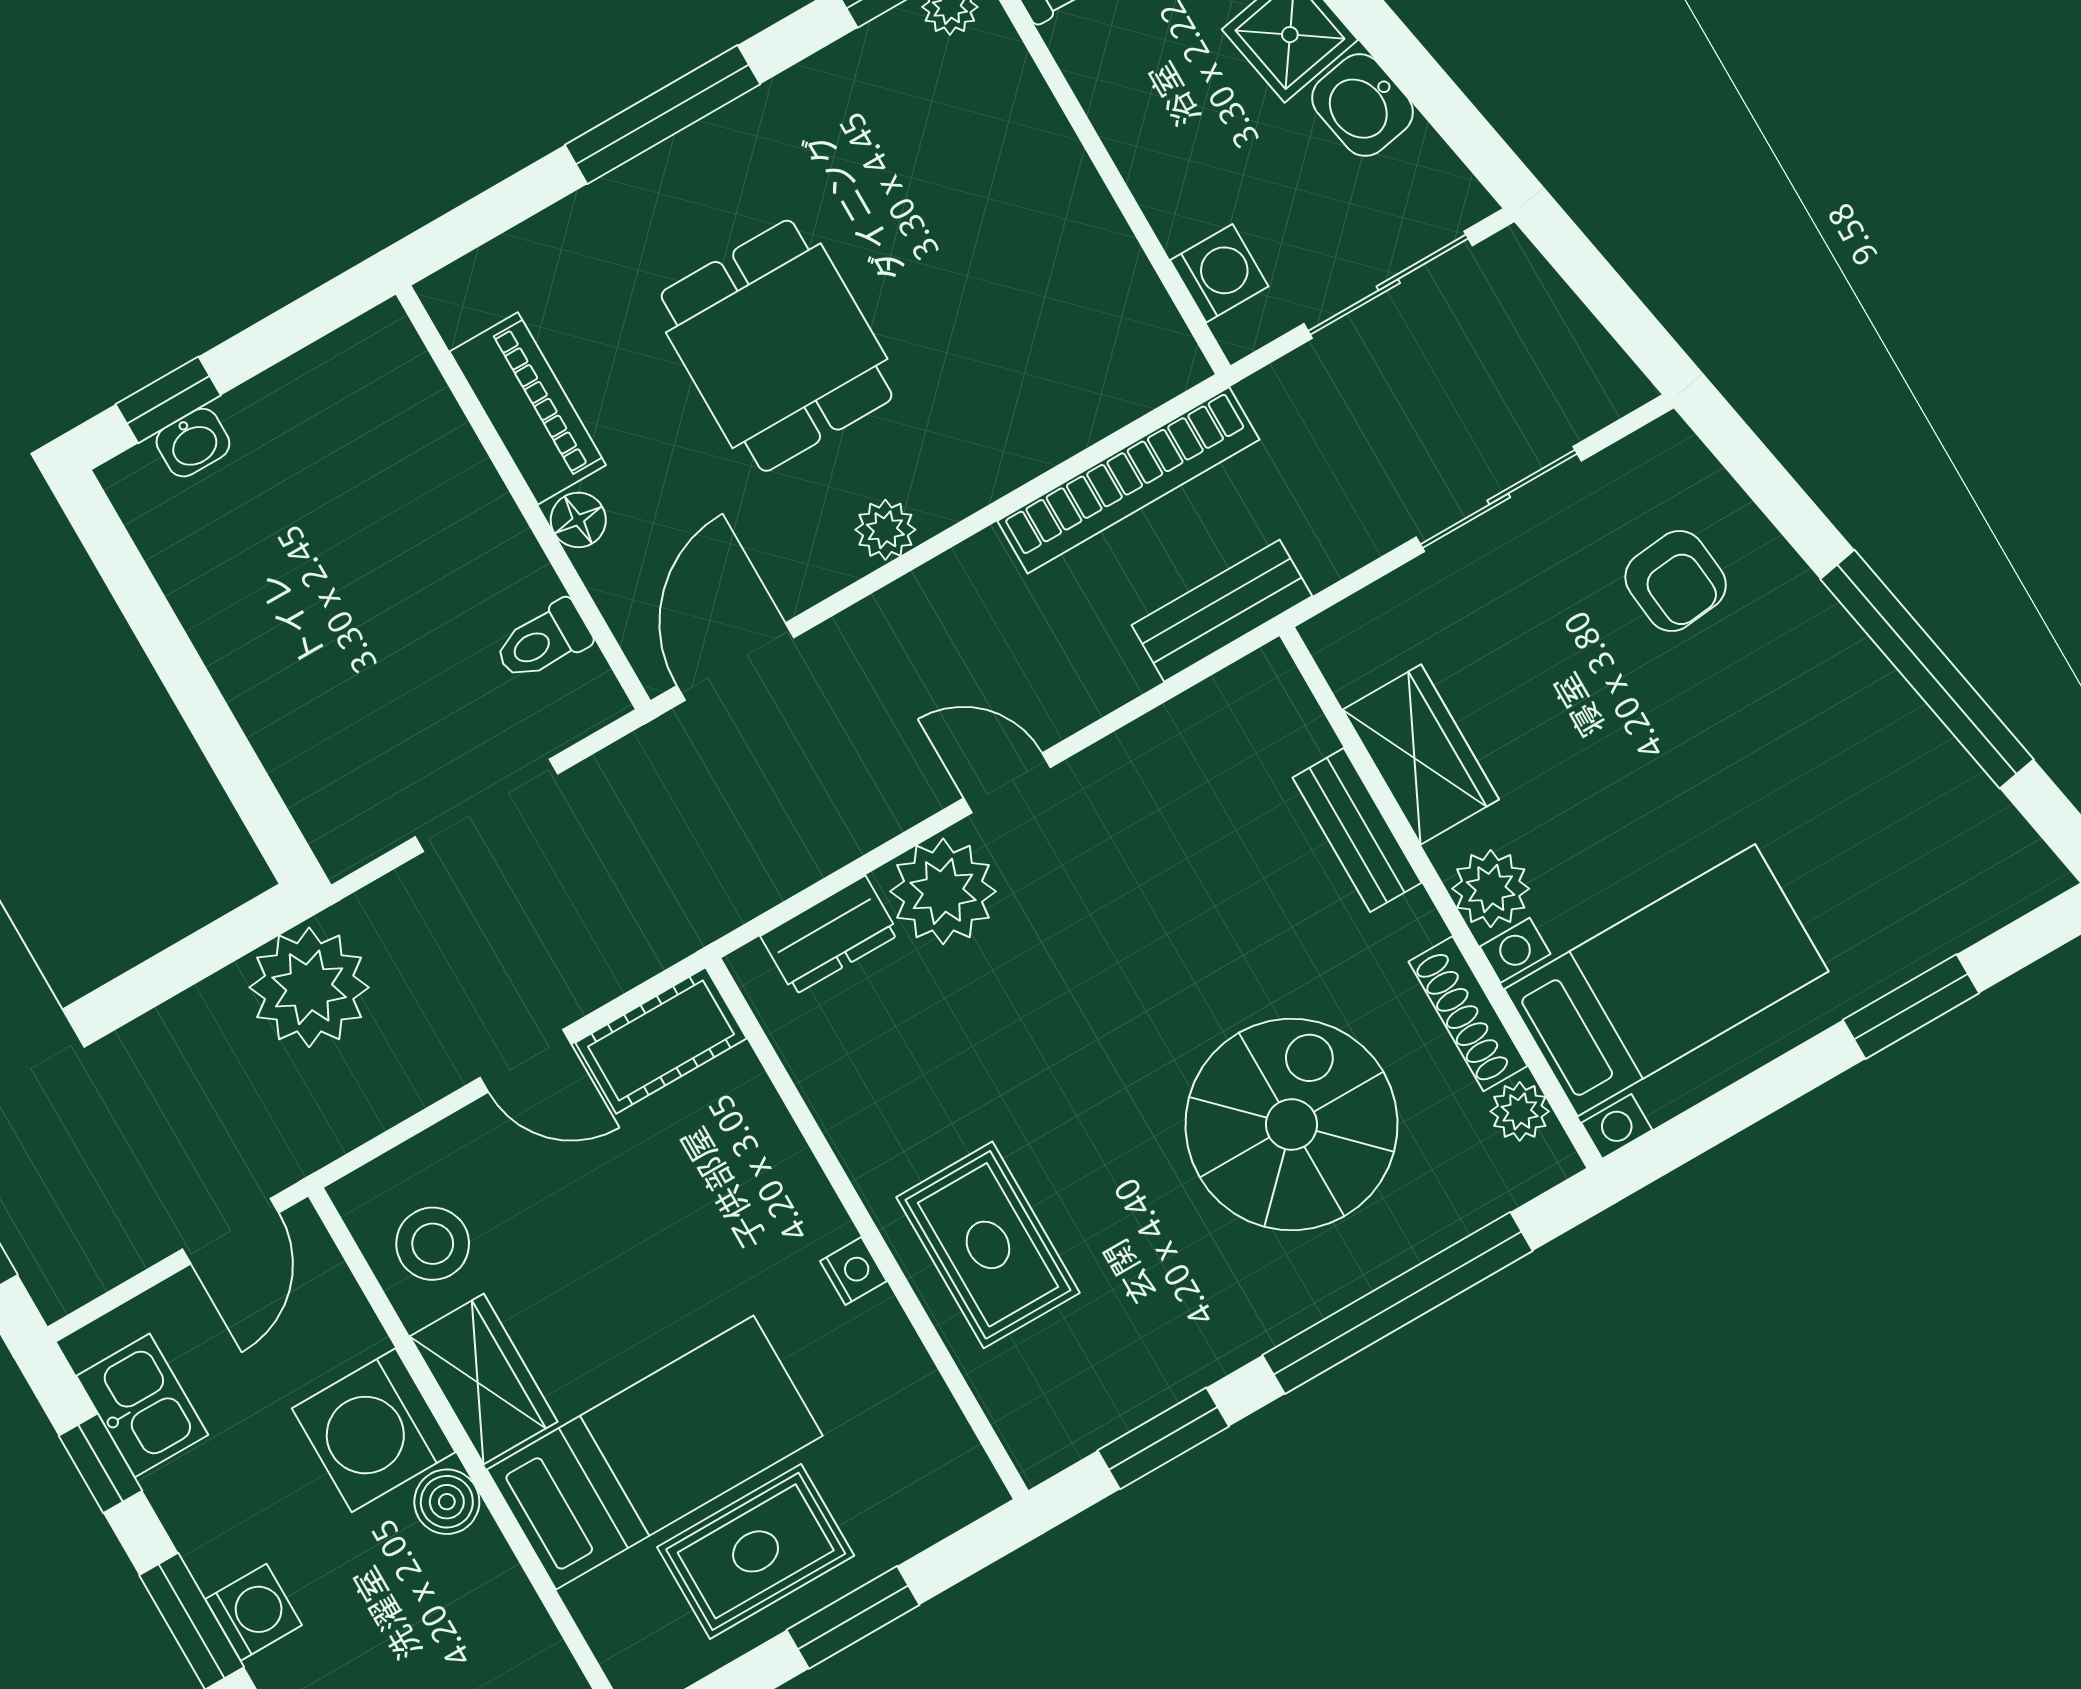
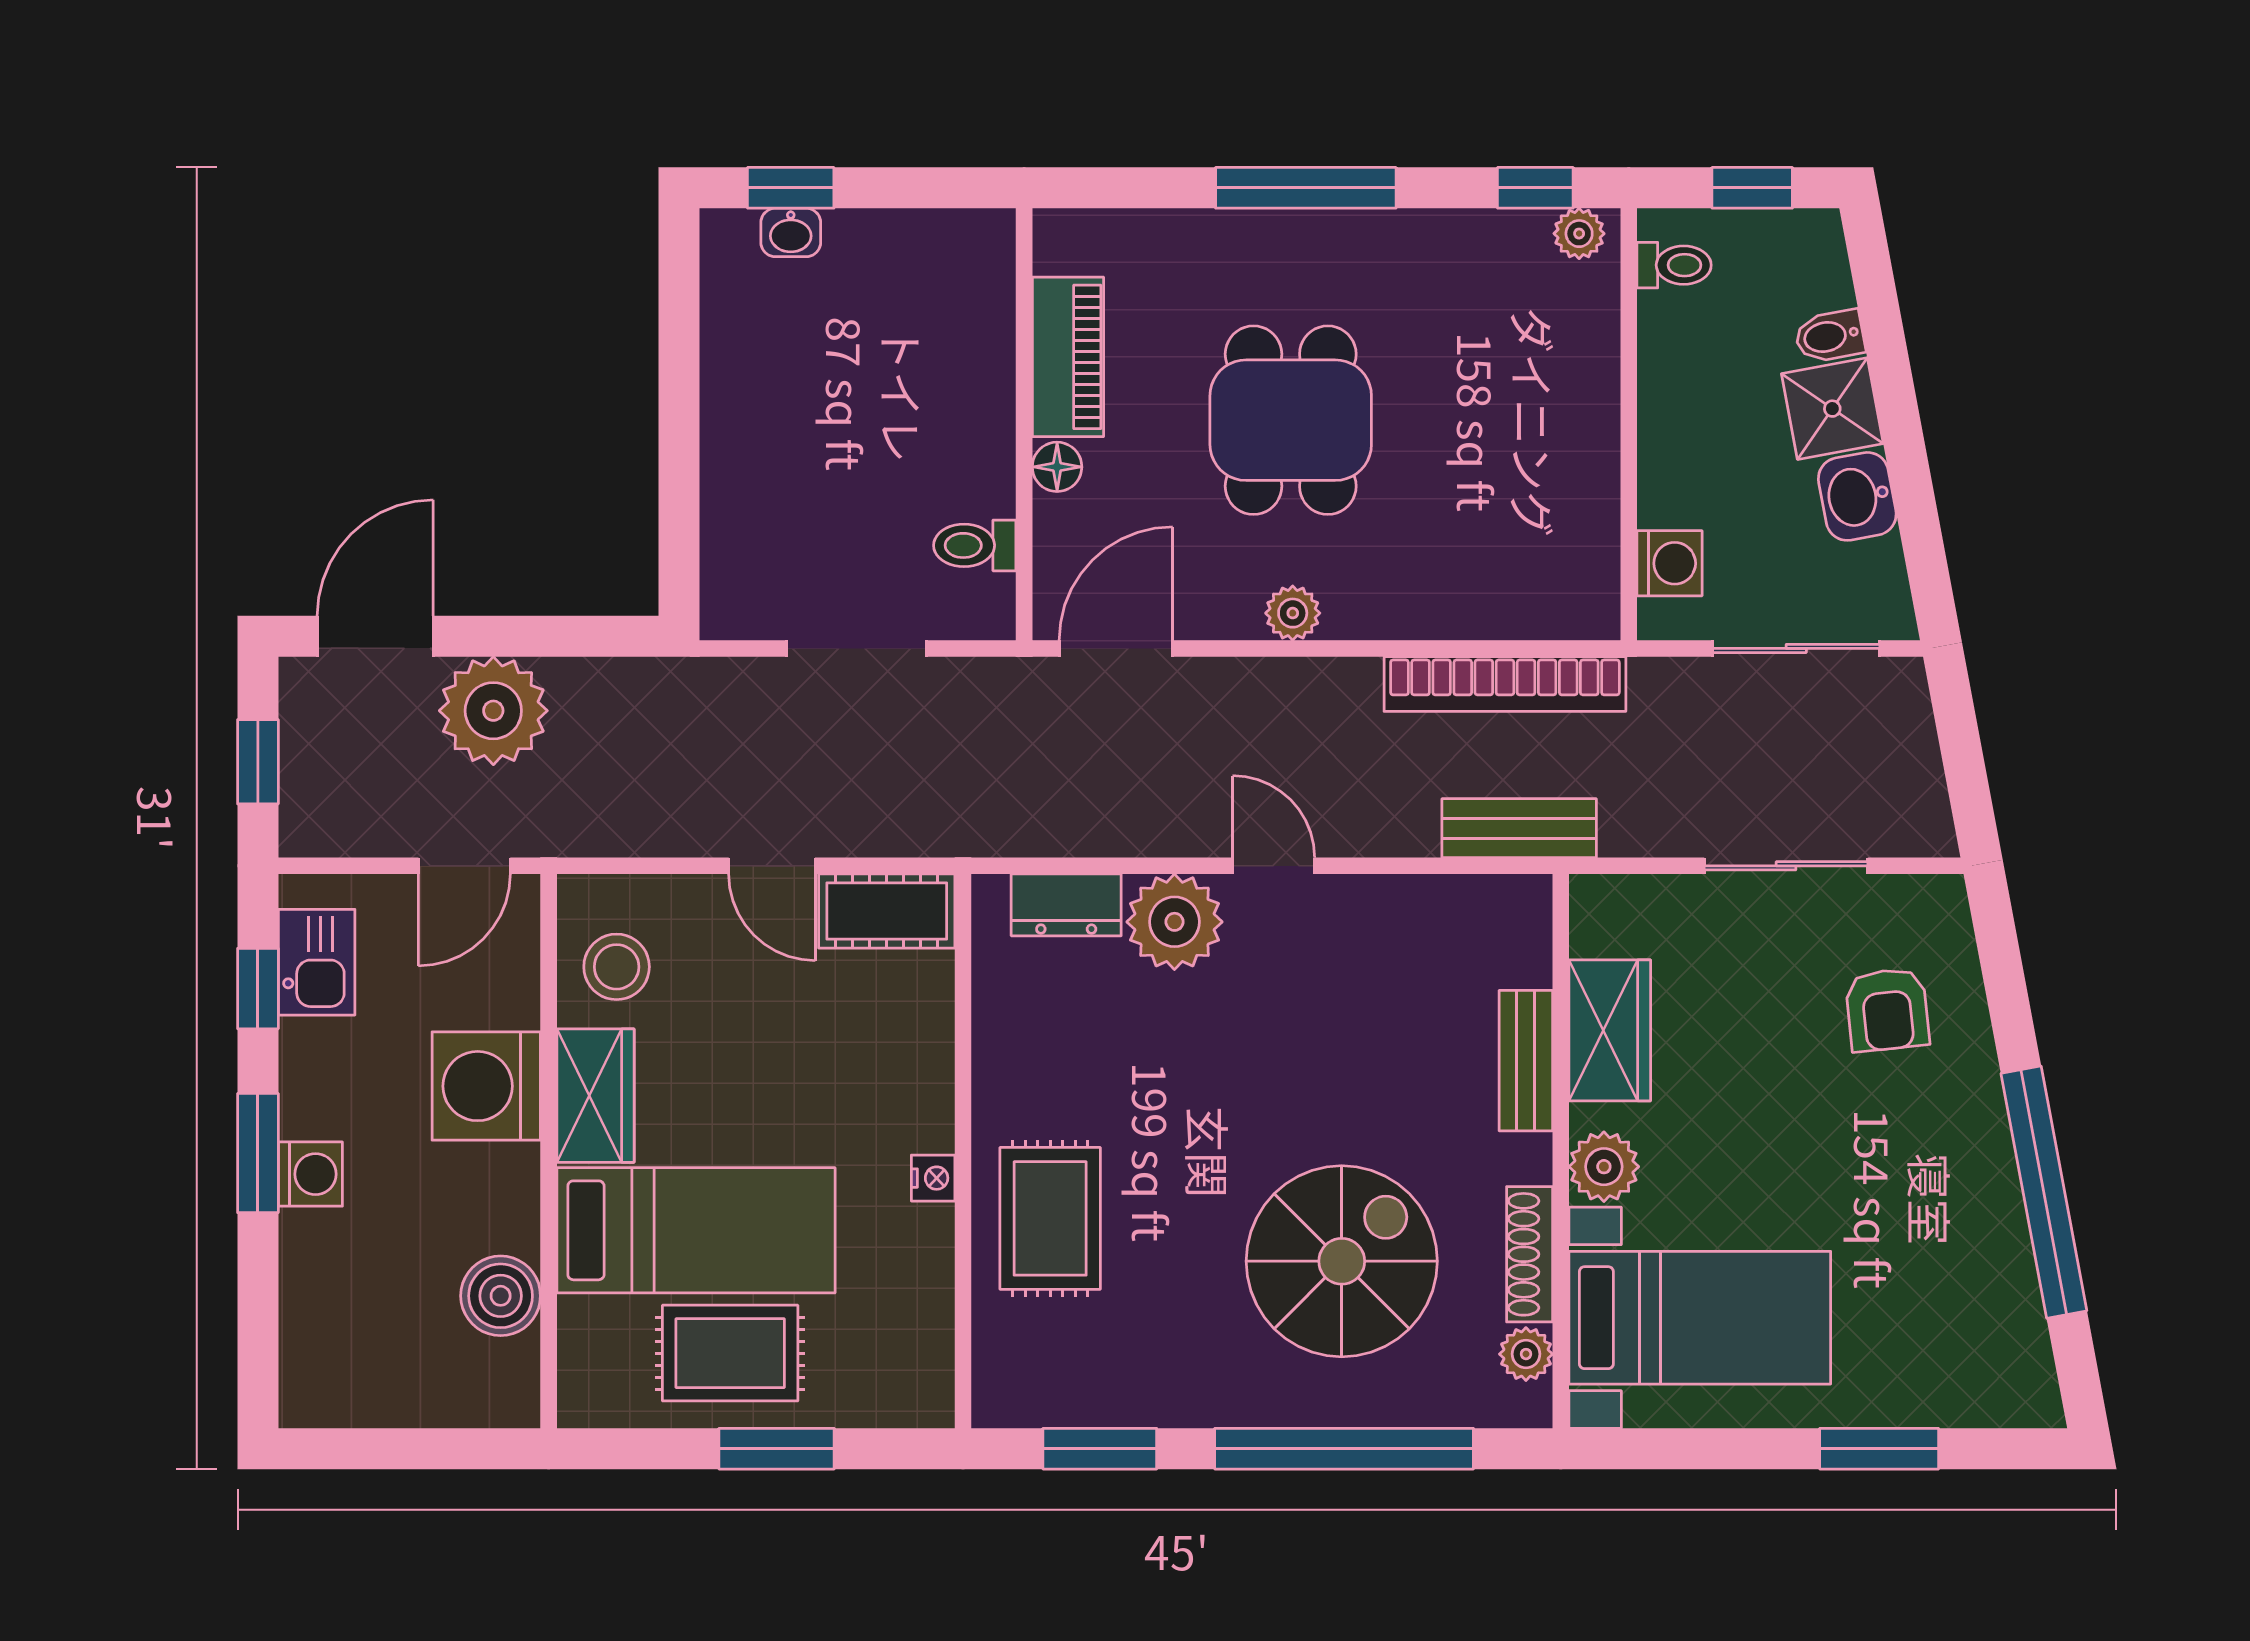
plant: (309, 987) -> (493, 711), moved
boiler: (447, 1502) -> (501, 1296), moved, width x1.36, depth x1.36

